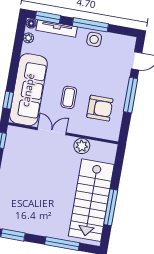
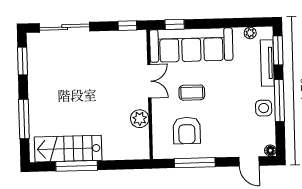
floor lamp: (31, 23) -> (270, 150), moved
window: (131, 95) -> (195, 163), moved
stairs: (91, 200) -> (68, 149), width x0.73, depth x0.66

